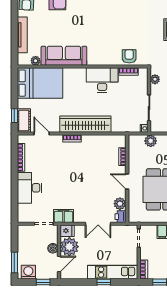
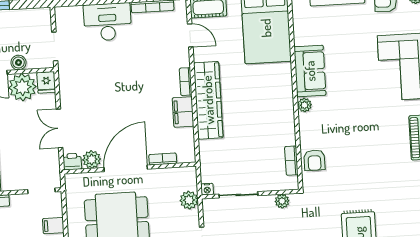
sofa: (64, 56) -> (310, 71), width x0.73
armchair: (129, 56) -> (314, 160), turned 90
plant: (36, 61) -> (304, 105), moved
desk: (102, 80) -> (276, 122), removed
door: (42, 134) -> (190, 35), hinge flipped
door: (127, 181) -> (126, 168), width x1.88
filing cabinet: (63, 216) -> (183, 112), moved, turned 180

